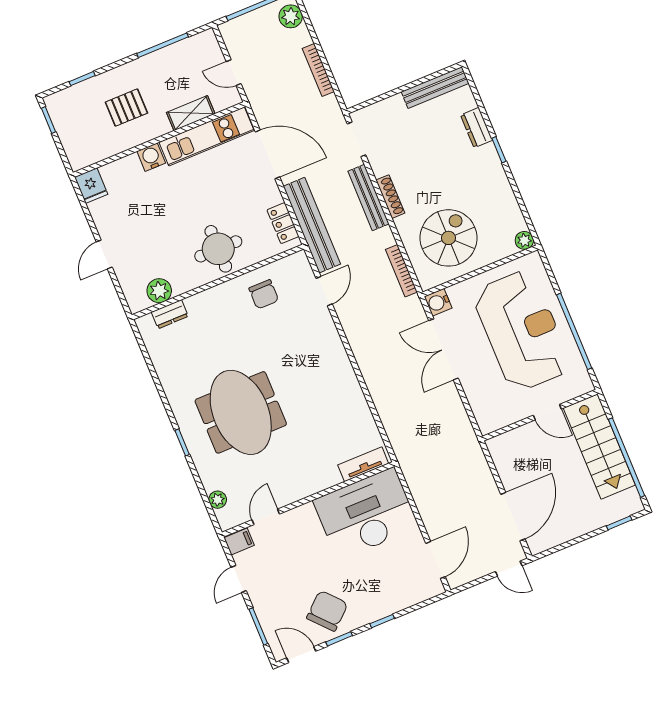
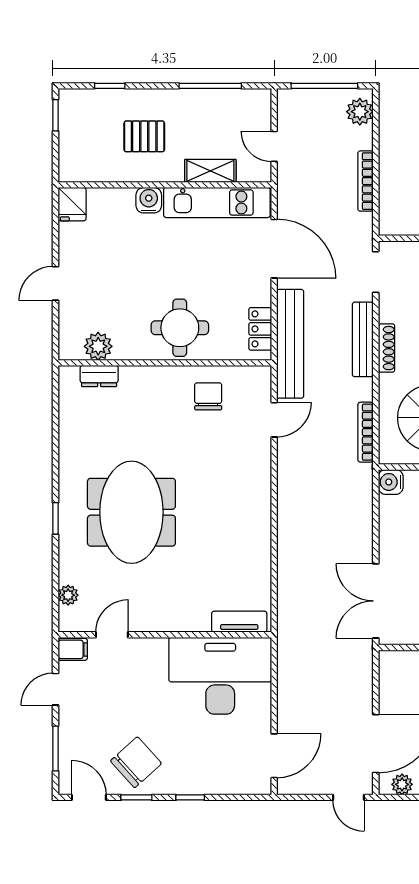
chair: (264, 294) -> (208, 396), turned 180
double door: (444, 349) -> (376, 601), moved
plant: (547, 540) -> (402, 784), added

